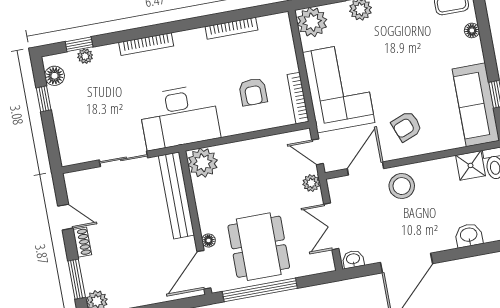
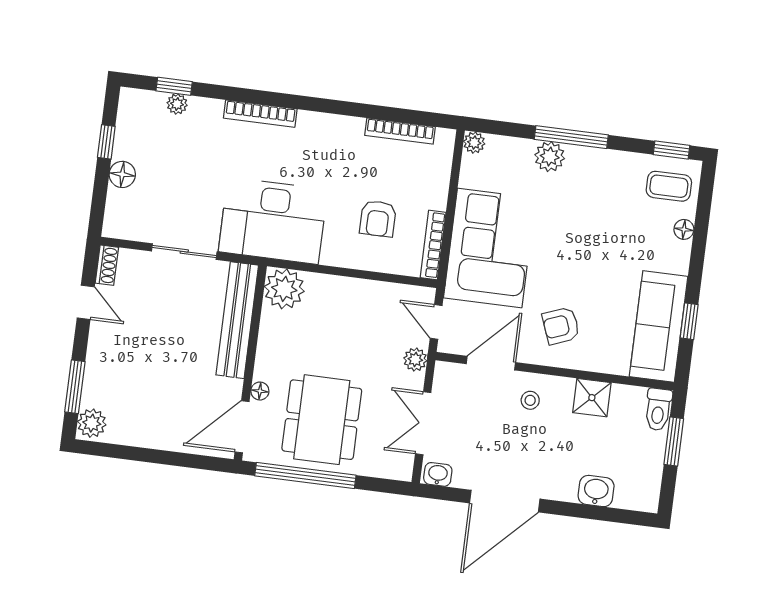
plant: (312, 22) -> (474, 143), width x0.53, depth x0.53
bookcase: (231, 28) -> (400, 131), moved
floor lamp: (55, 76) -> (122, 174), moved
shower: (471, 165) -> (592, 398), moved
stool: (402, 186) -> (530, 400), width x0.53, depth x0.53
shoe rack: (82, 242) -> (107, 265), moved

